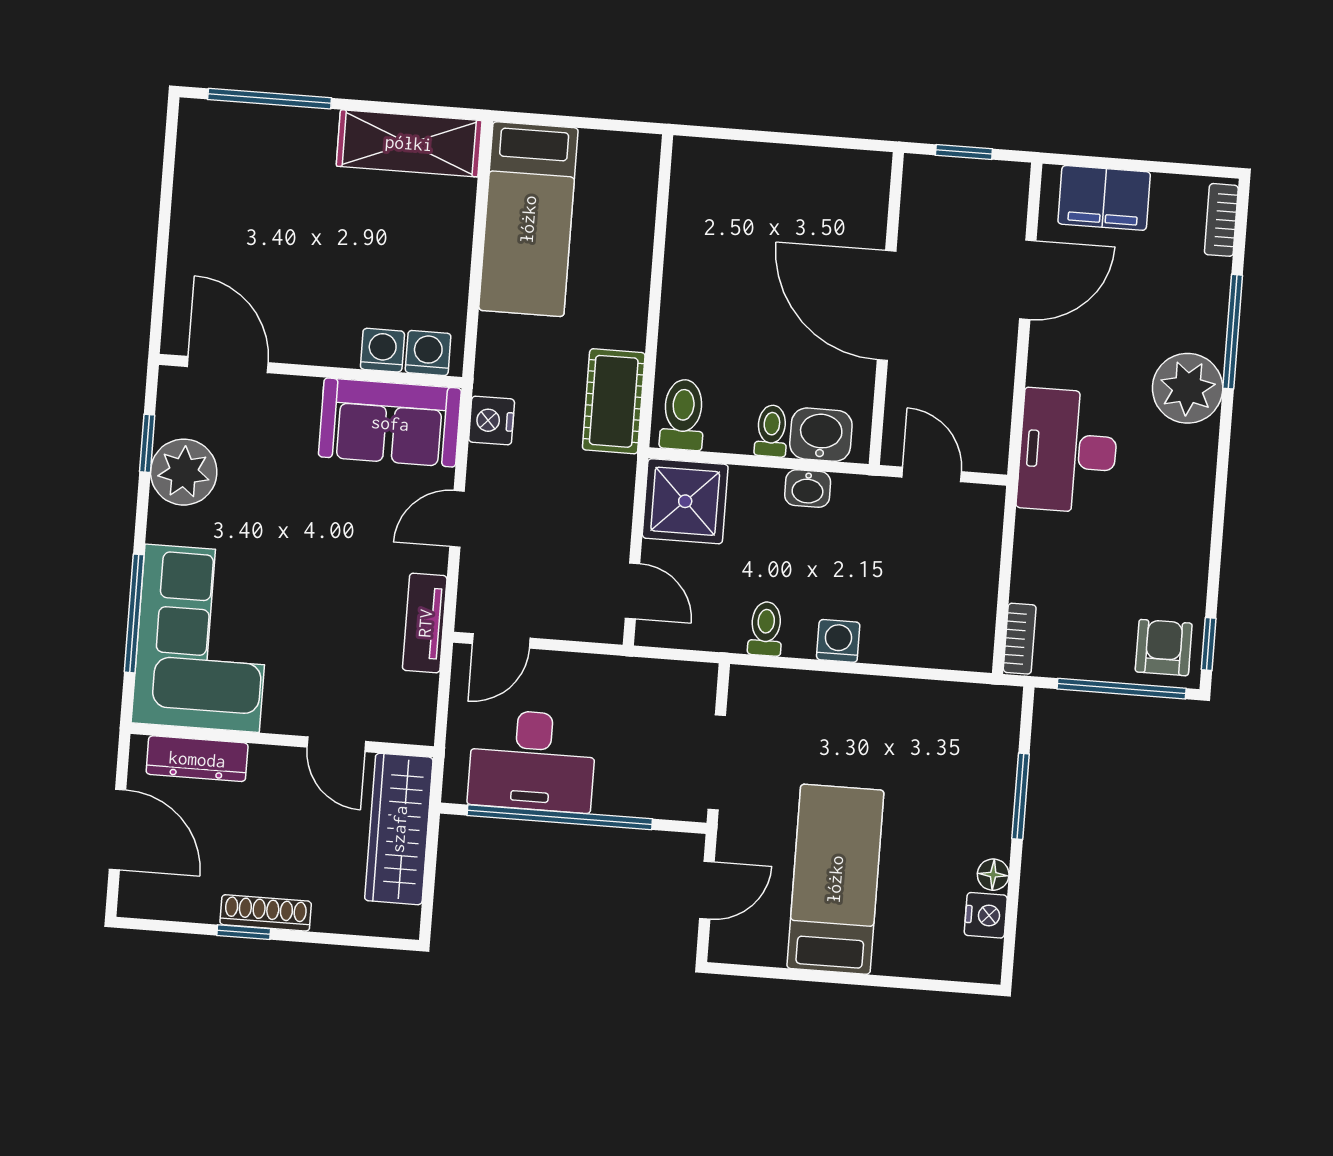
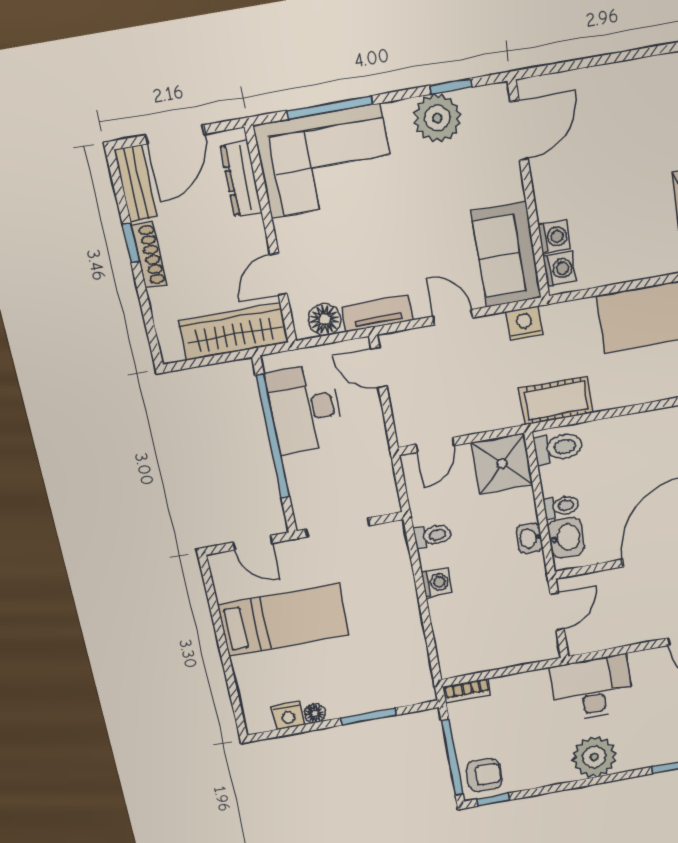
plant: (1188, 388) -> (594, 757), moved
floor lamp: (414, 698) -> (325, 320), added
bench: (168, 902) -> (136, 184), added

